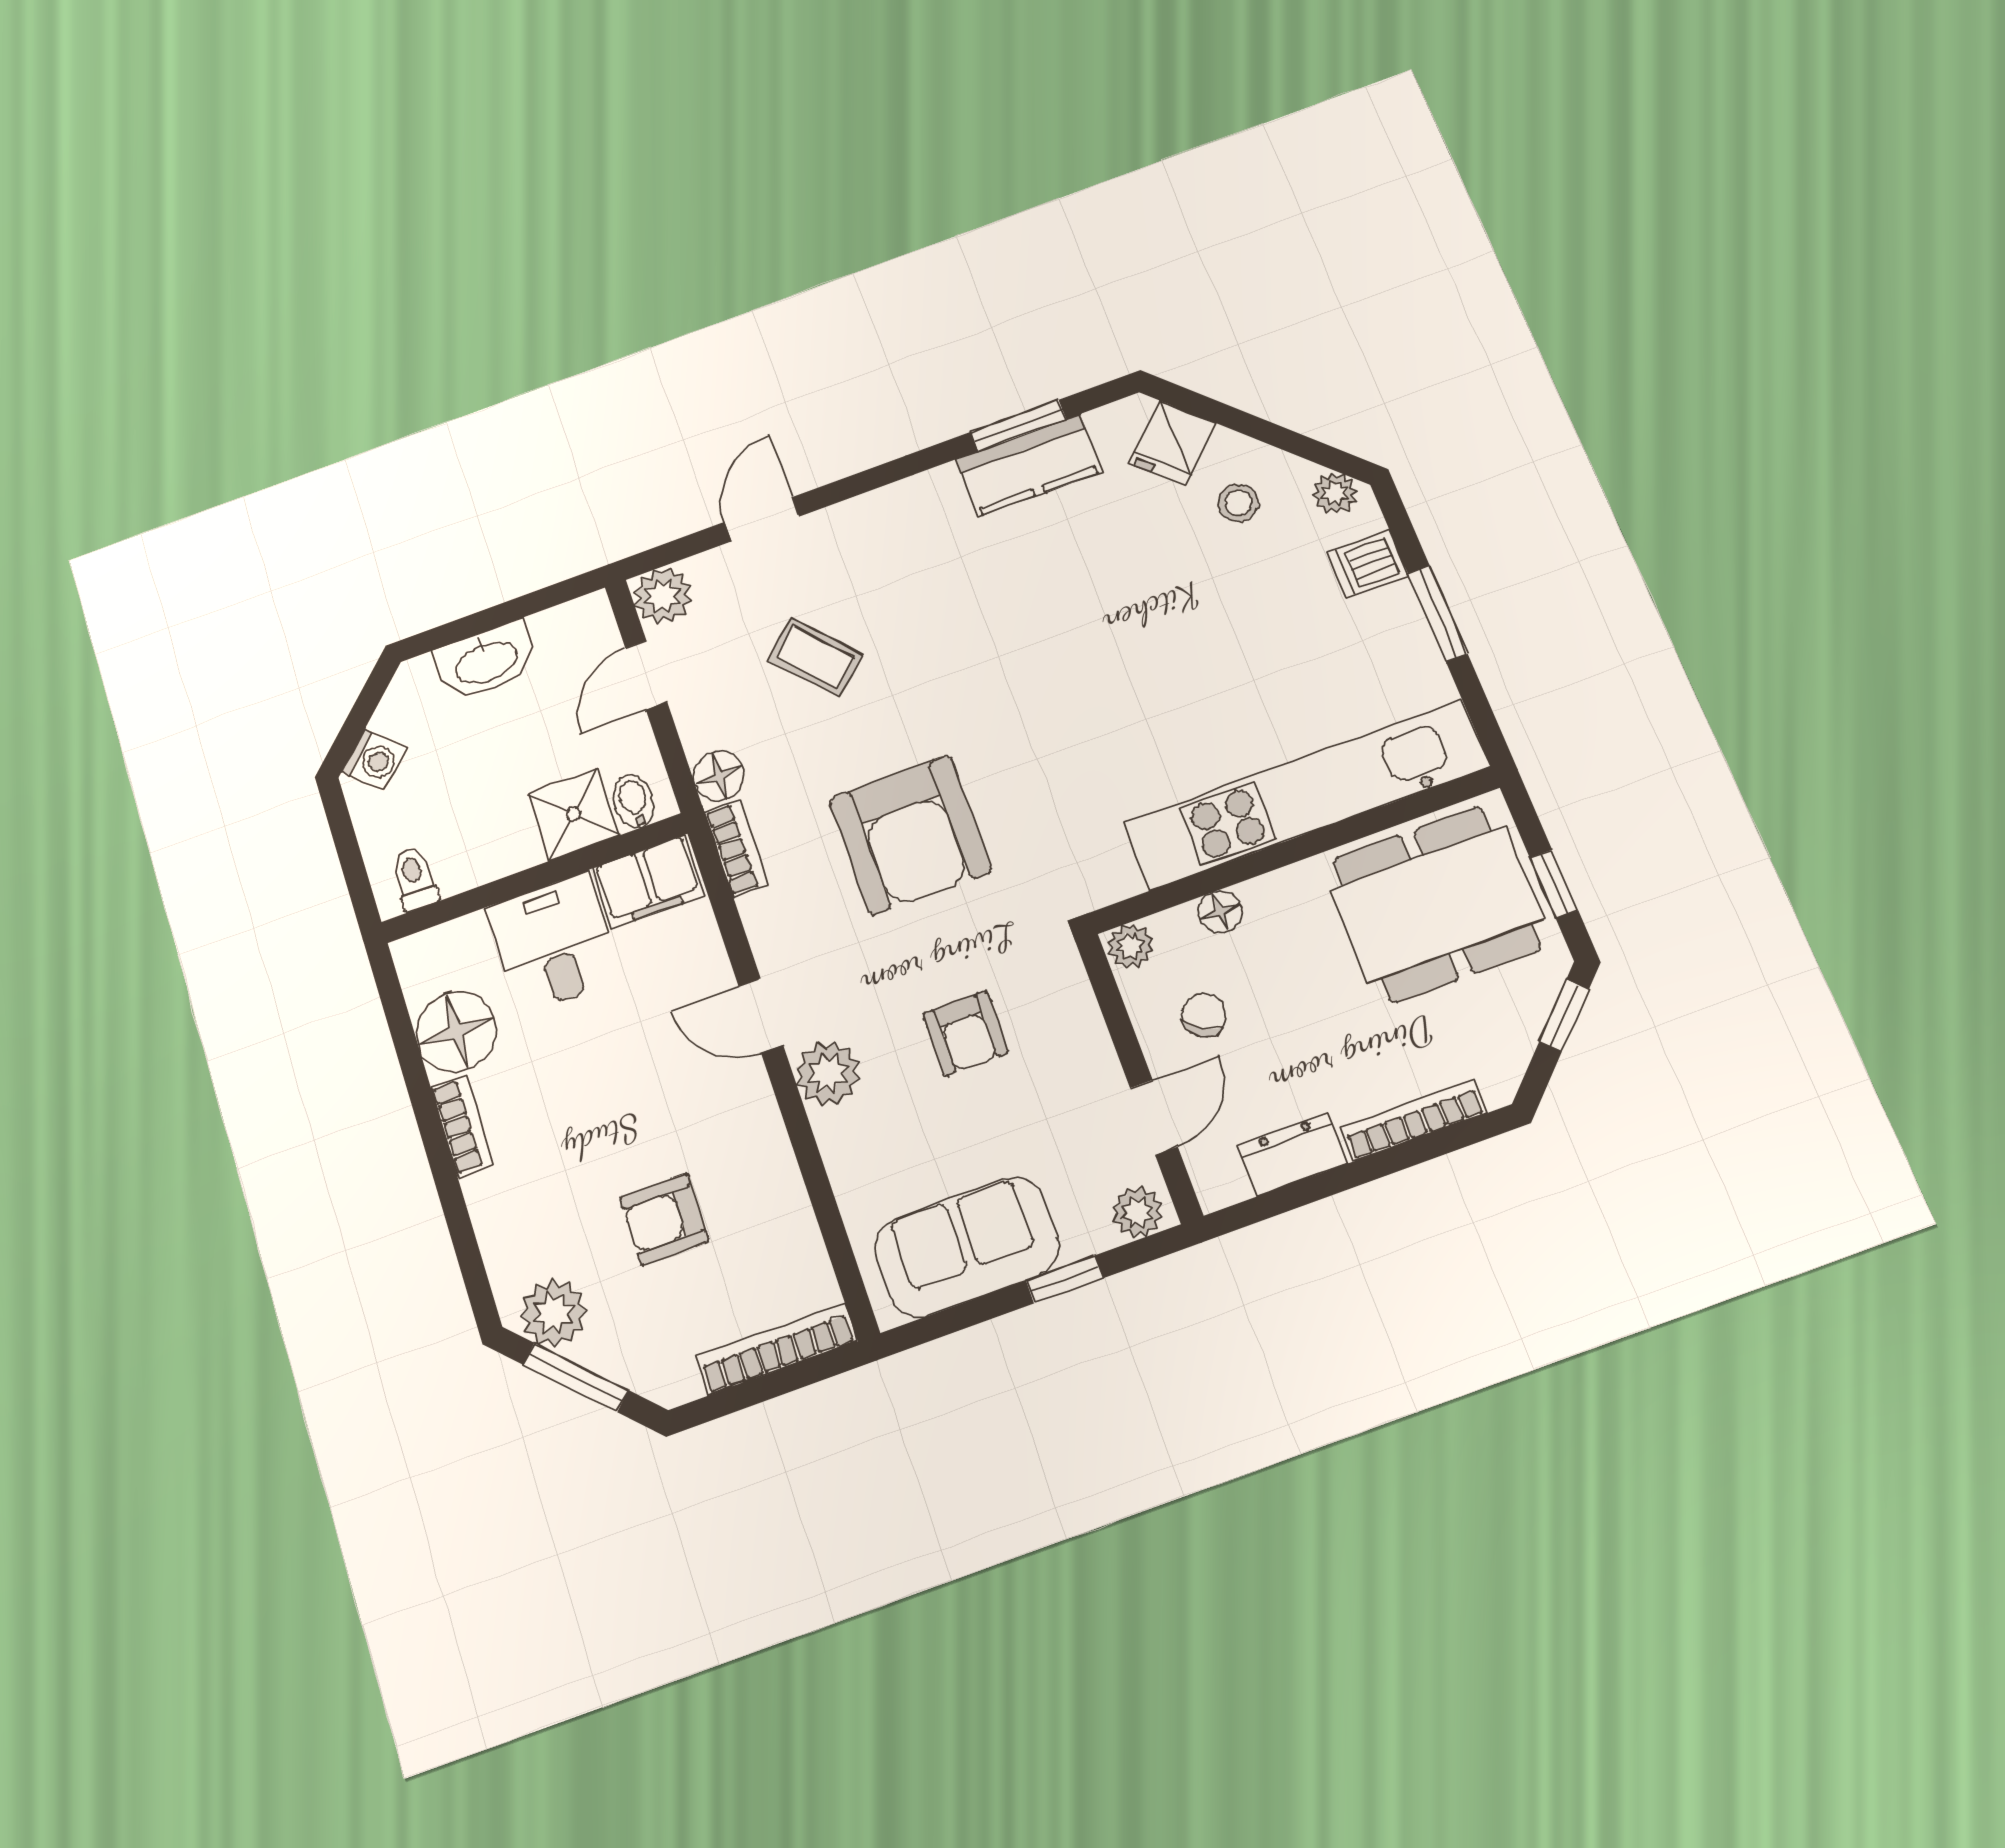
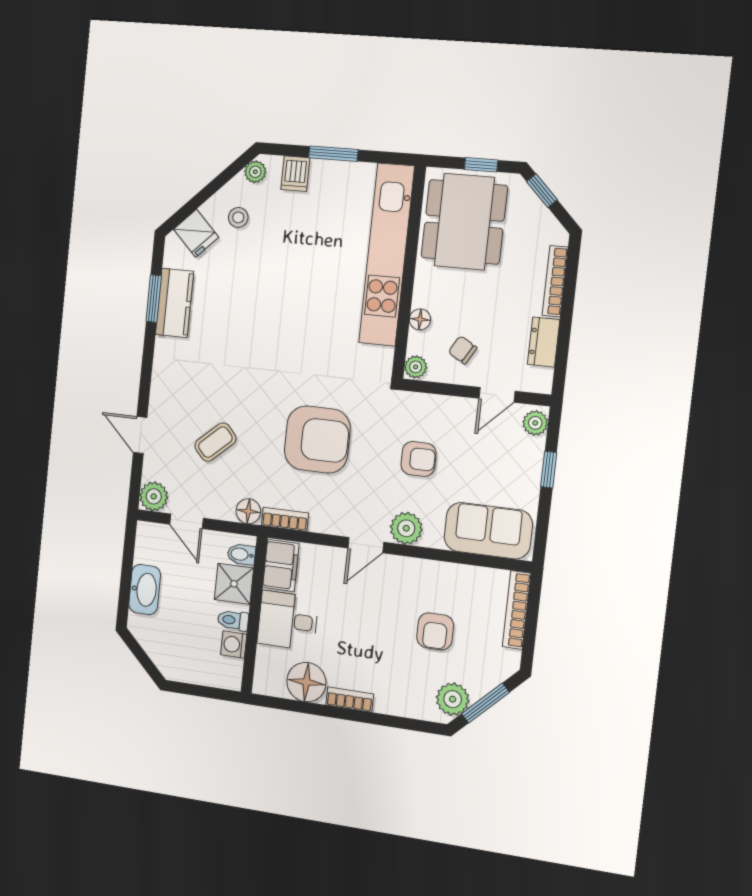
washing machine: (374, 760) -> (234, 645), moved, turned -135
toilet: (414, 878) -> (233, 620), moved
door: (1154, 1117) -> (497, 395), swing flipped
sofa: (966, 1247) -> (488, 531), moved, turned 90

